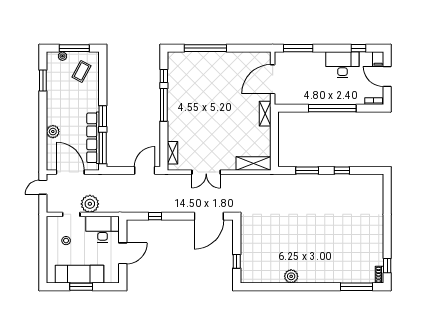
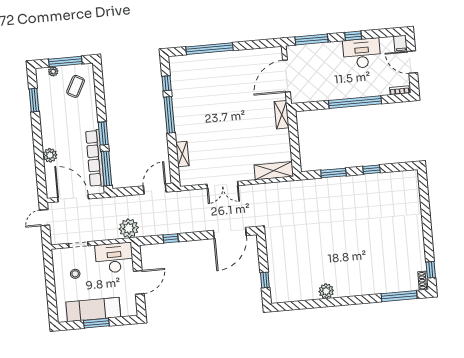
window: (359, 48) -> (353, 36), moved
shelving: (172, 153) -> (182, 154), moved
plant: (90, 204) -> (129, 228), moved

